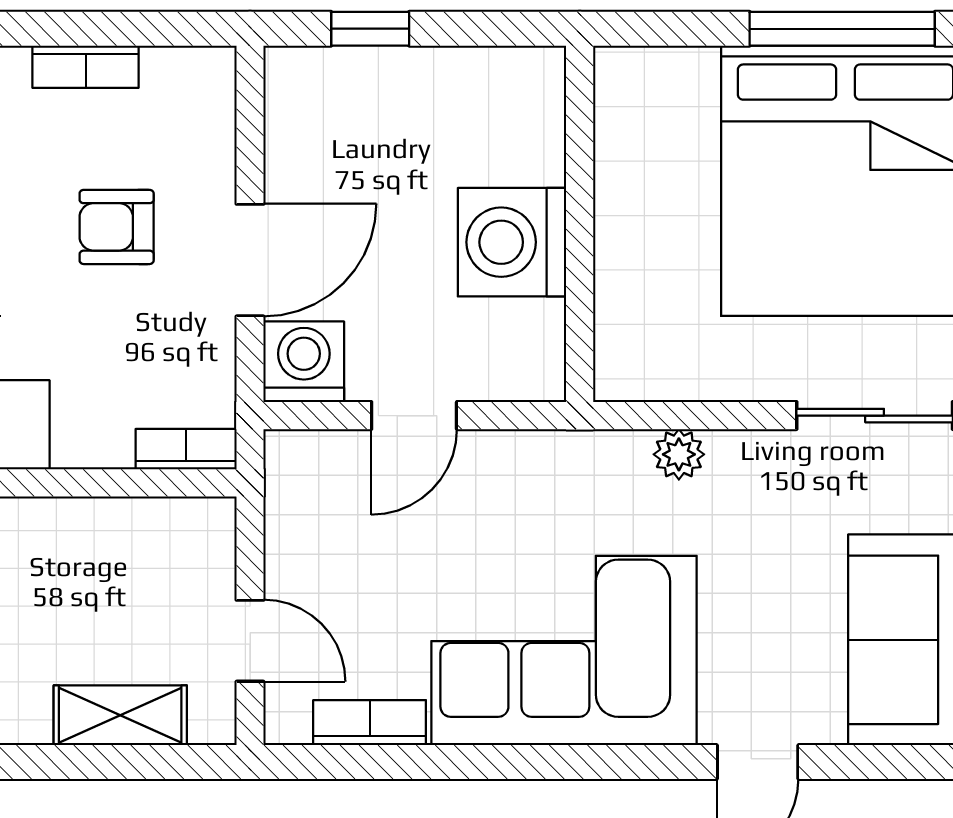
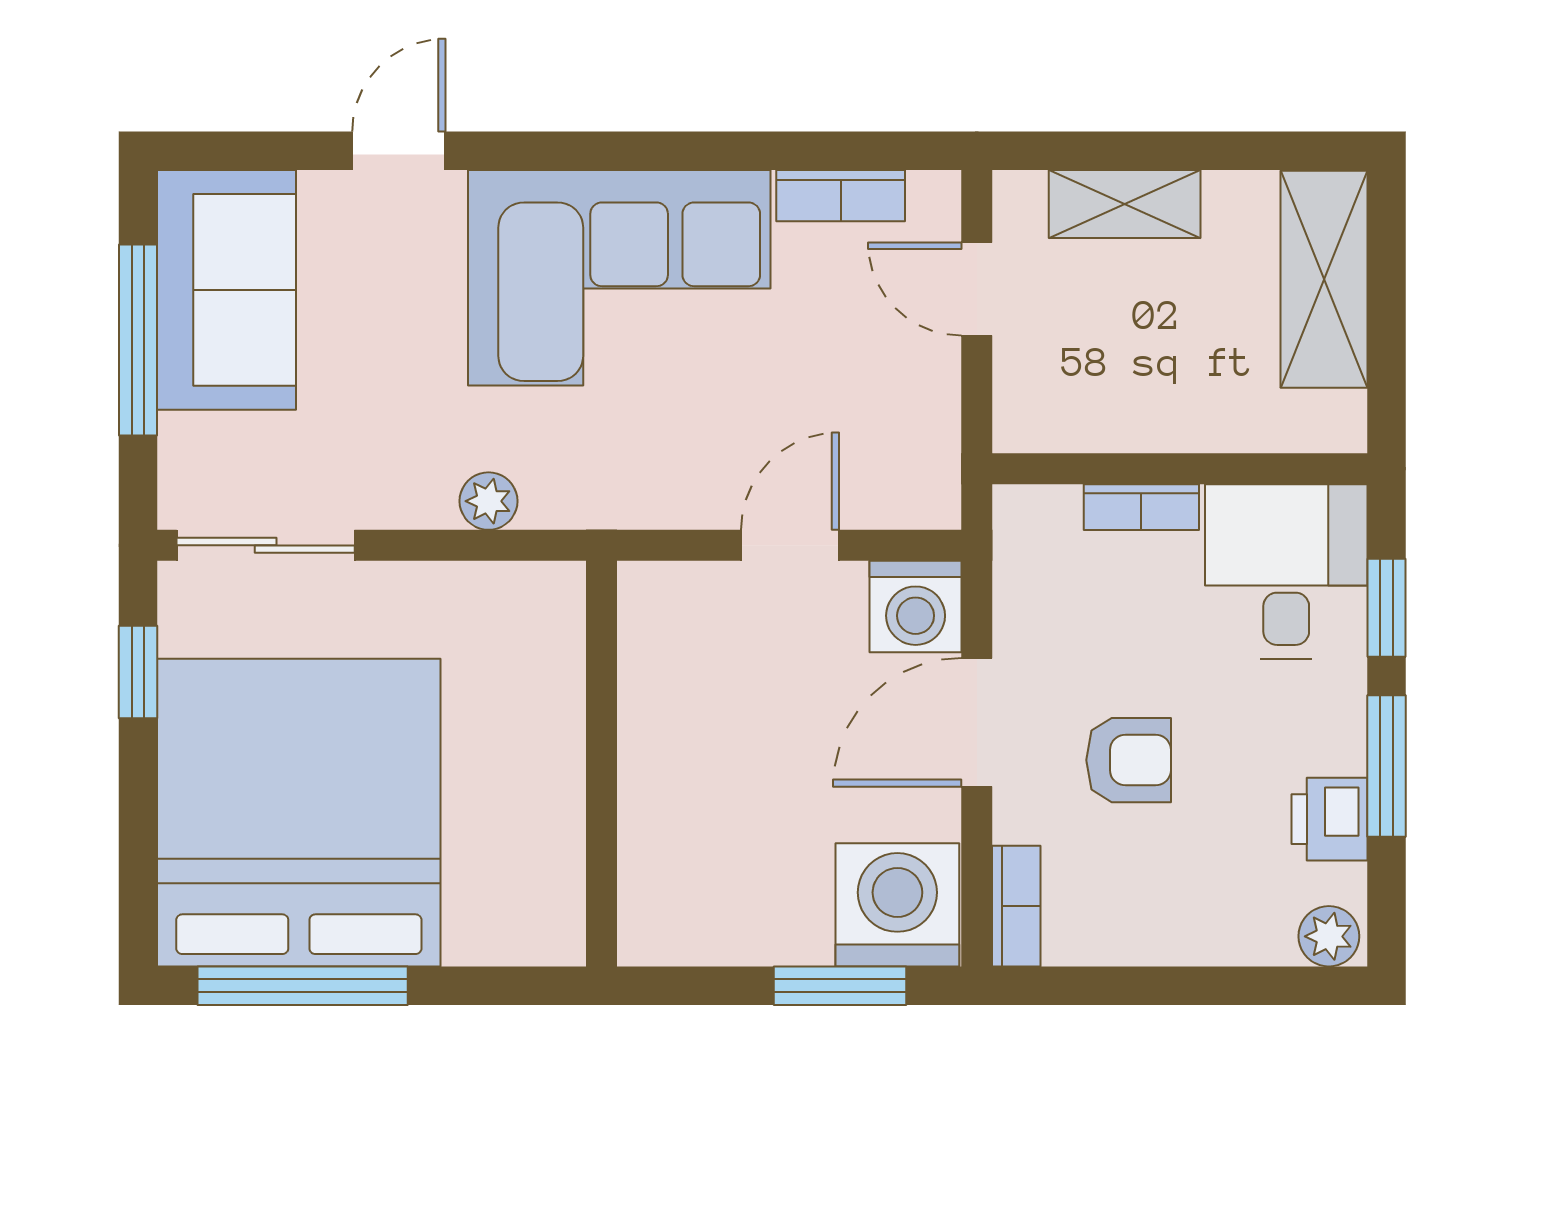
window: (370, 29) -> (840, 986), width x1.50
bookcase: (86, 67) -> (1016, 906), moved, turned 90
washing machine: (512, 242) -> (897, 905), moved, turned -90
bookcase: (186, 449) -> (1141, 507), moved

